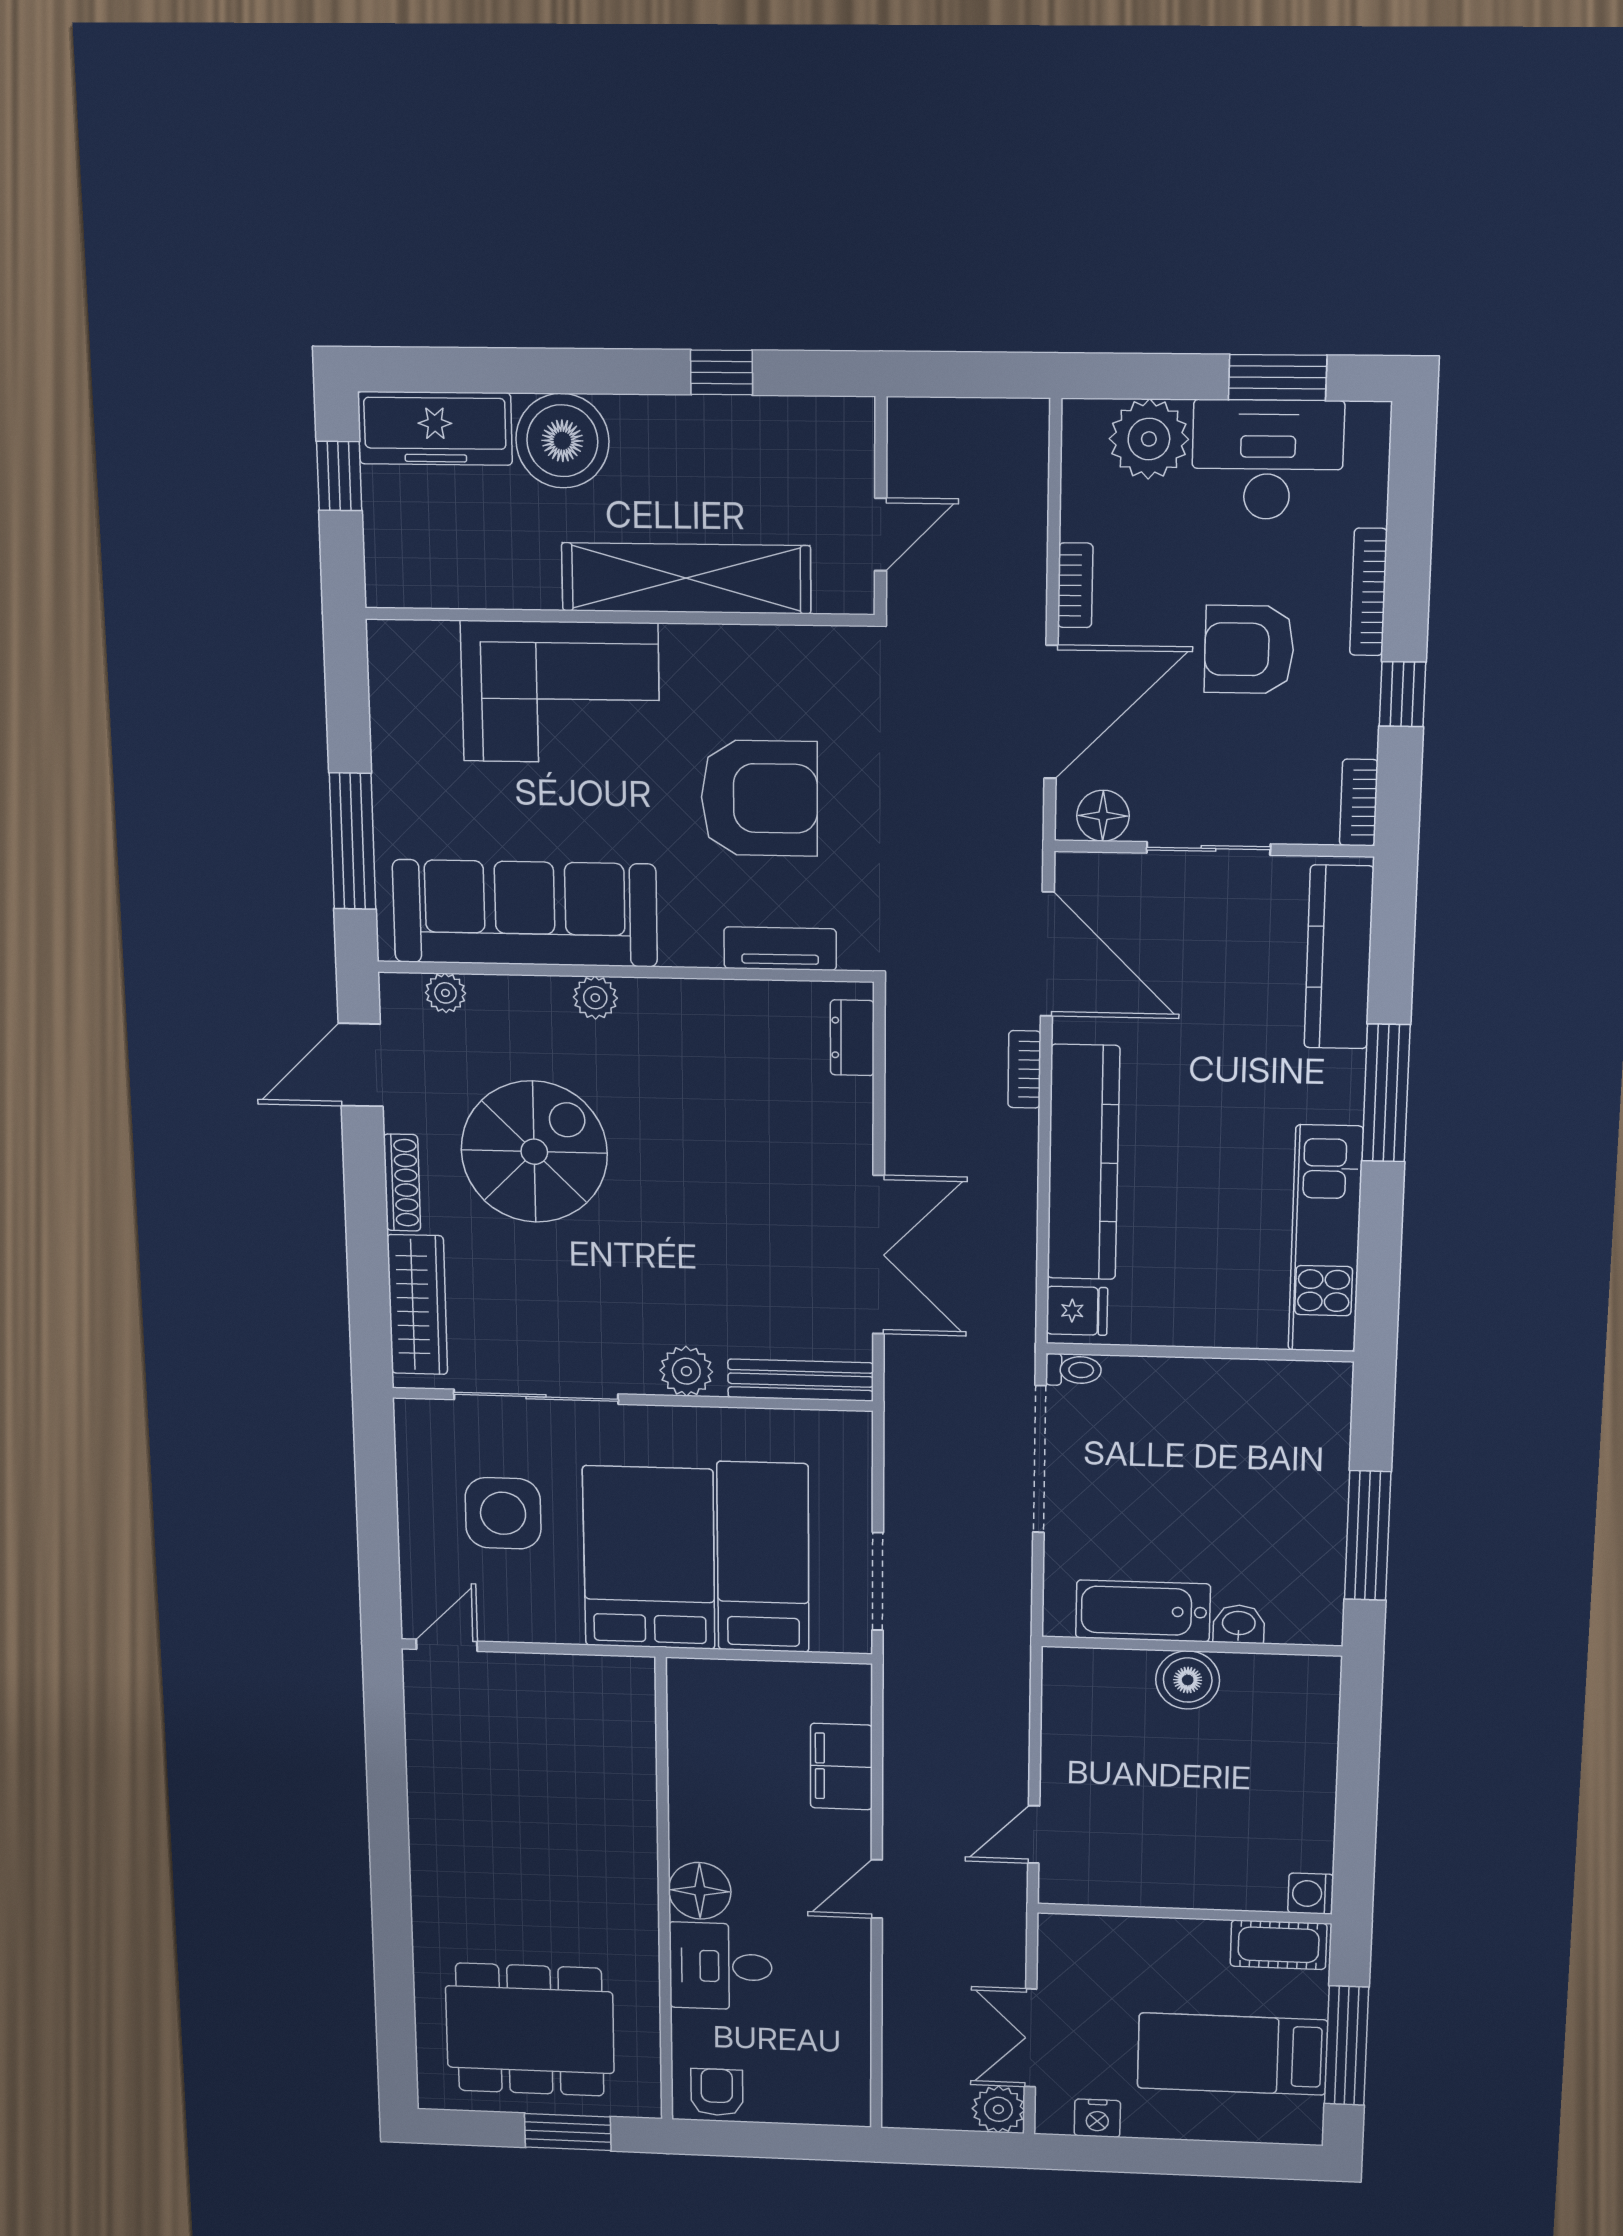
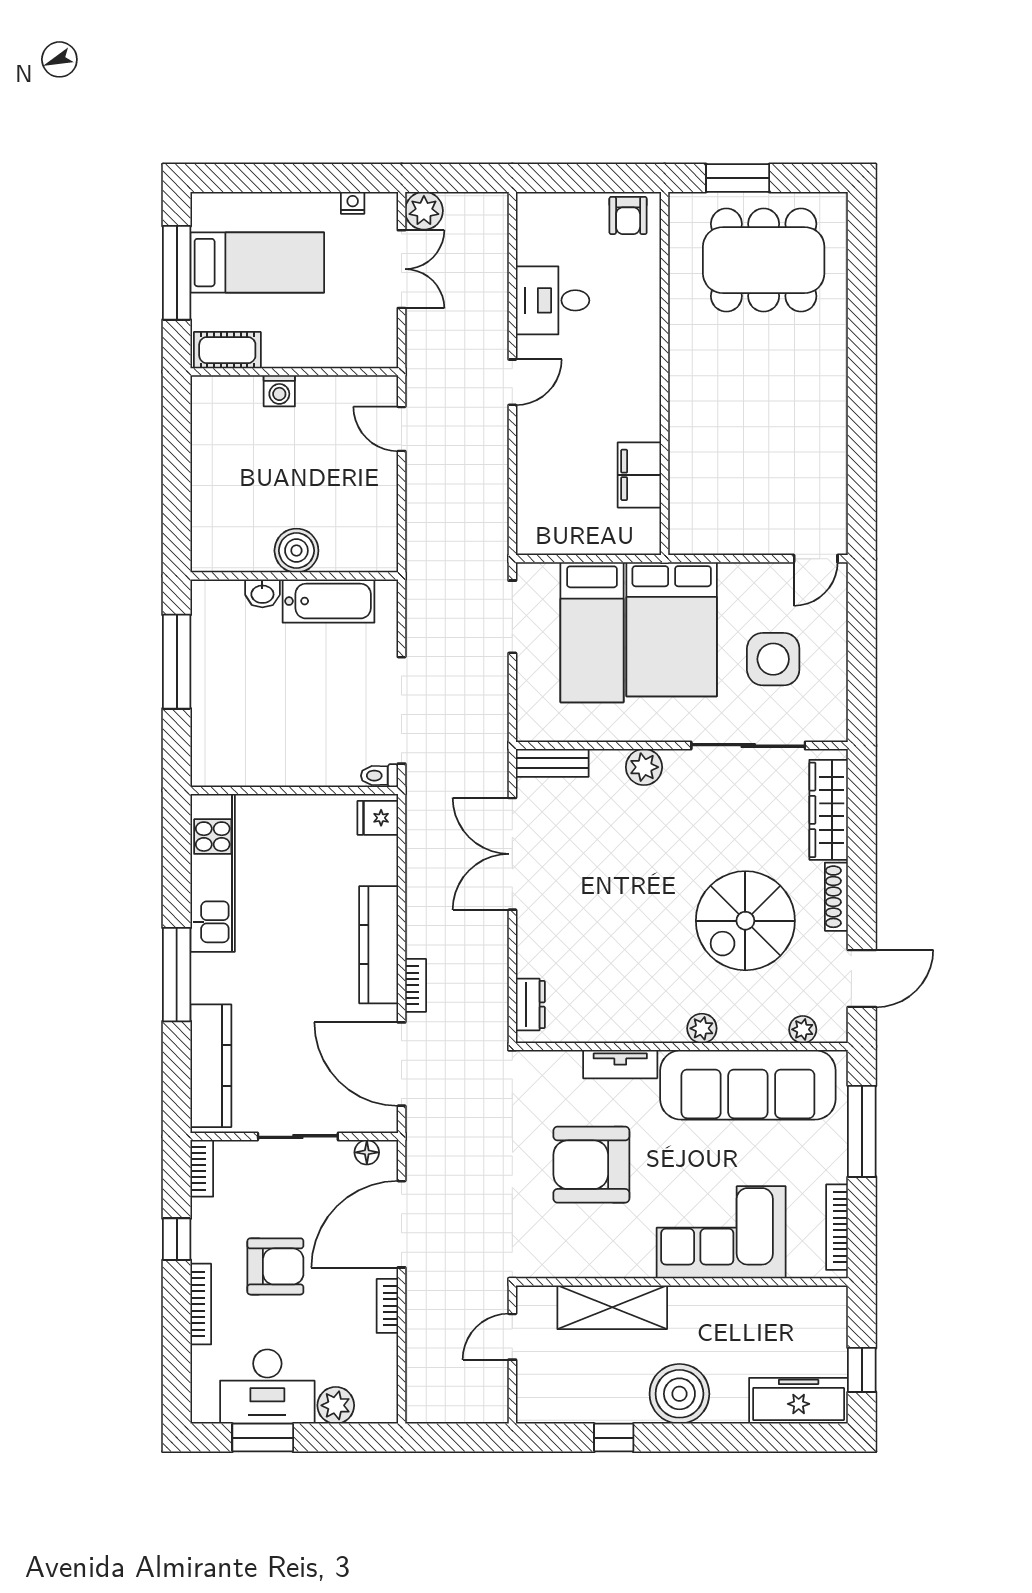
plant: (1149, 439) -> (336, 1405), width x0.73, depth x0.73
boiler: (562, 441) -> (679, 1394), moved
shelving: (686, 578) -> (612, 1307), width x0.68
bookcase: (385, 697) -> (837, 1227), added
floor lamp: (1103, 816) -> (367, 1152), width x0.73, depth x0.73
tv unit: (780, 949) -> (620, 1064), moved
kitchen counter: (1083, 1163) -> (379, 945), width x0.72, depth x0.86
bench: (801, 1380) -> (552, 763), width x0.73
filing cabinet: (841, 1767) -> (639, 475), moved, turned 180
door: (1034, 1834) -> (402, 429), swing flipped
floor lamp: (700, 1891) -> (639, 376), removed
washing machine: (1311, 1894) -> (279, 391), moved, turned 90
desk: (721, 1966) -> (553, 300), moved, turned 180
nightstand: (1097, 2118) -> (353, 203), width x0.72, depth x0.74

